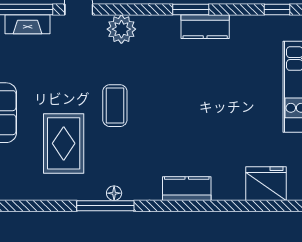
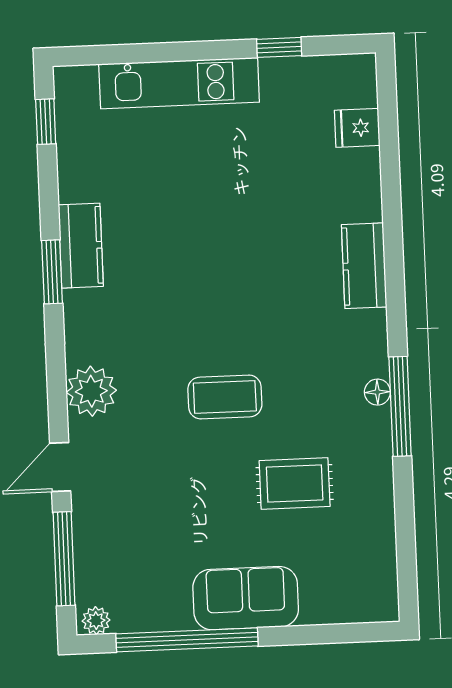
fireplace: (28, 24) -> (90, 555), removed
rug: (64, 143) -> (295, 484), width x0.73, depth x0.70
fridge: (266, 184) -> (357, 128), width x0.53, depth x0.75

